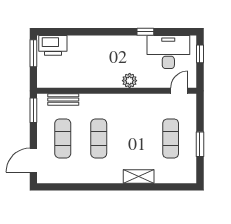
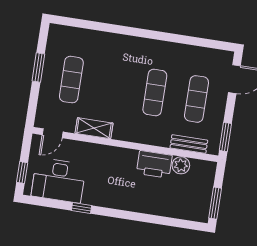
printer: (53, 45) -> (154, 164), moved, turned 180
plant: (130, 81) -> (181, 165), moved
shelving: (139, 176) -> (94, 128), moved

